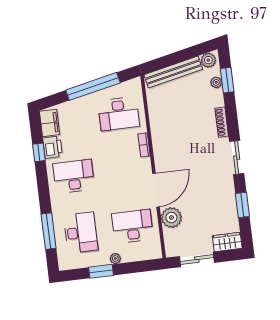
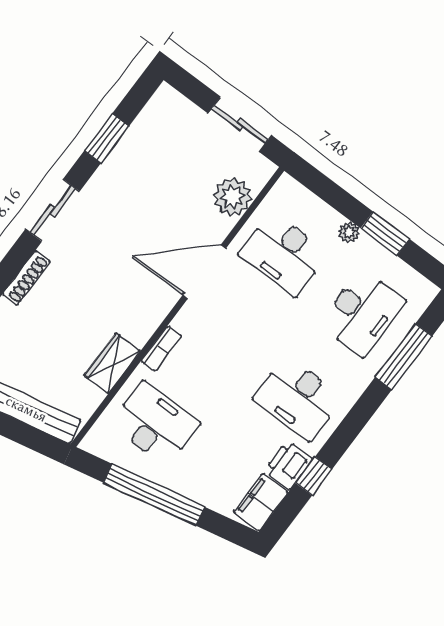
plant: (171, 218) -> (232, 197), moved
desk: (81, 233) -> (362, 313), turned 180
wardrobe: (227, 242) -> (112, 363), moved, turned 90

